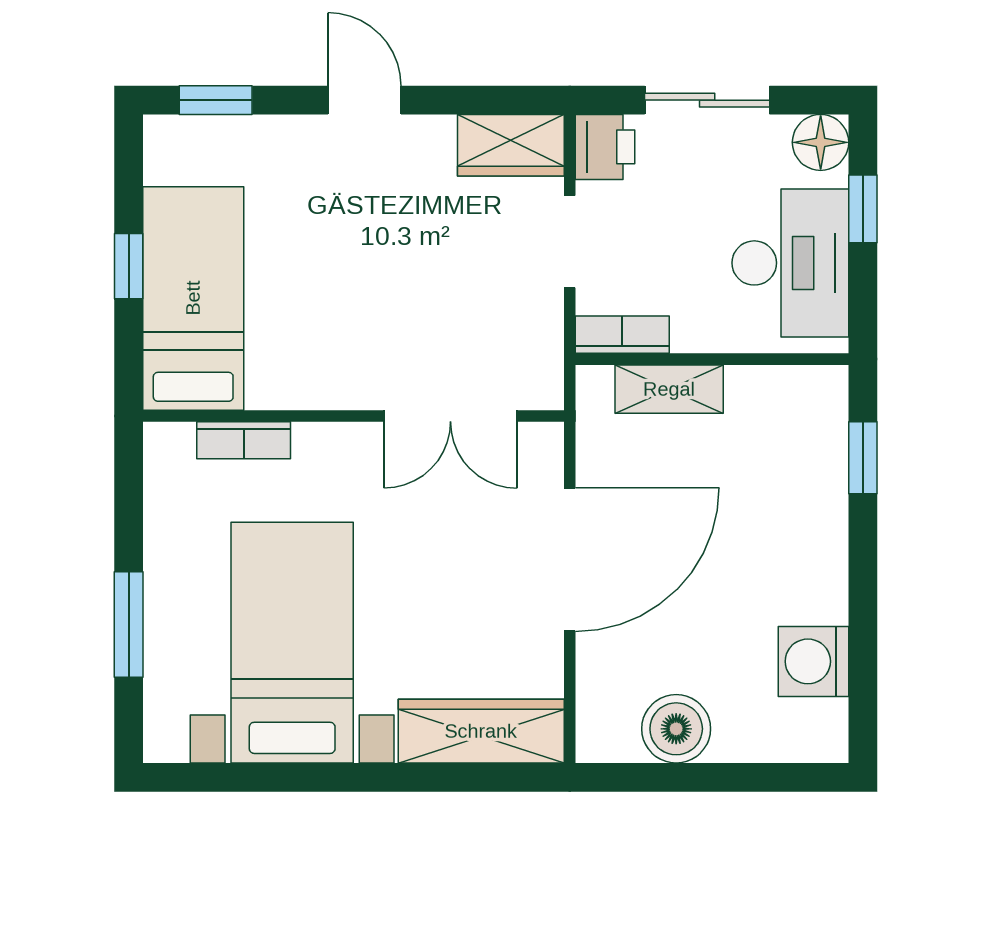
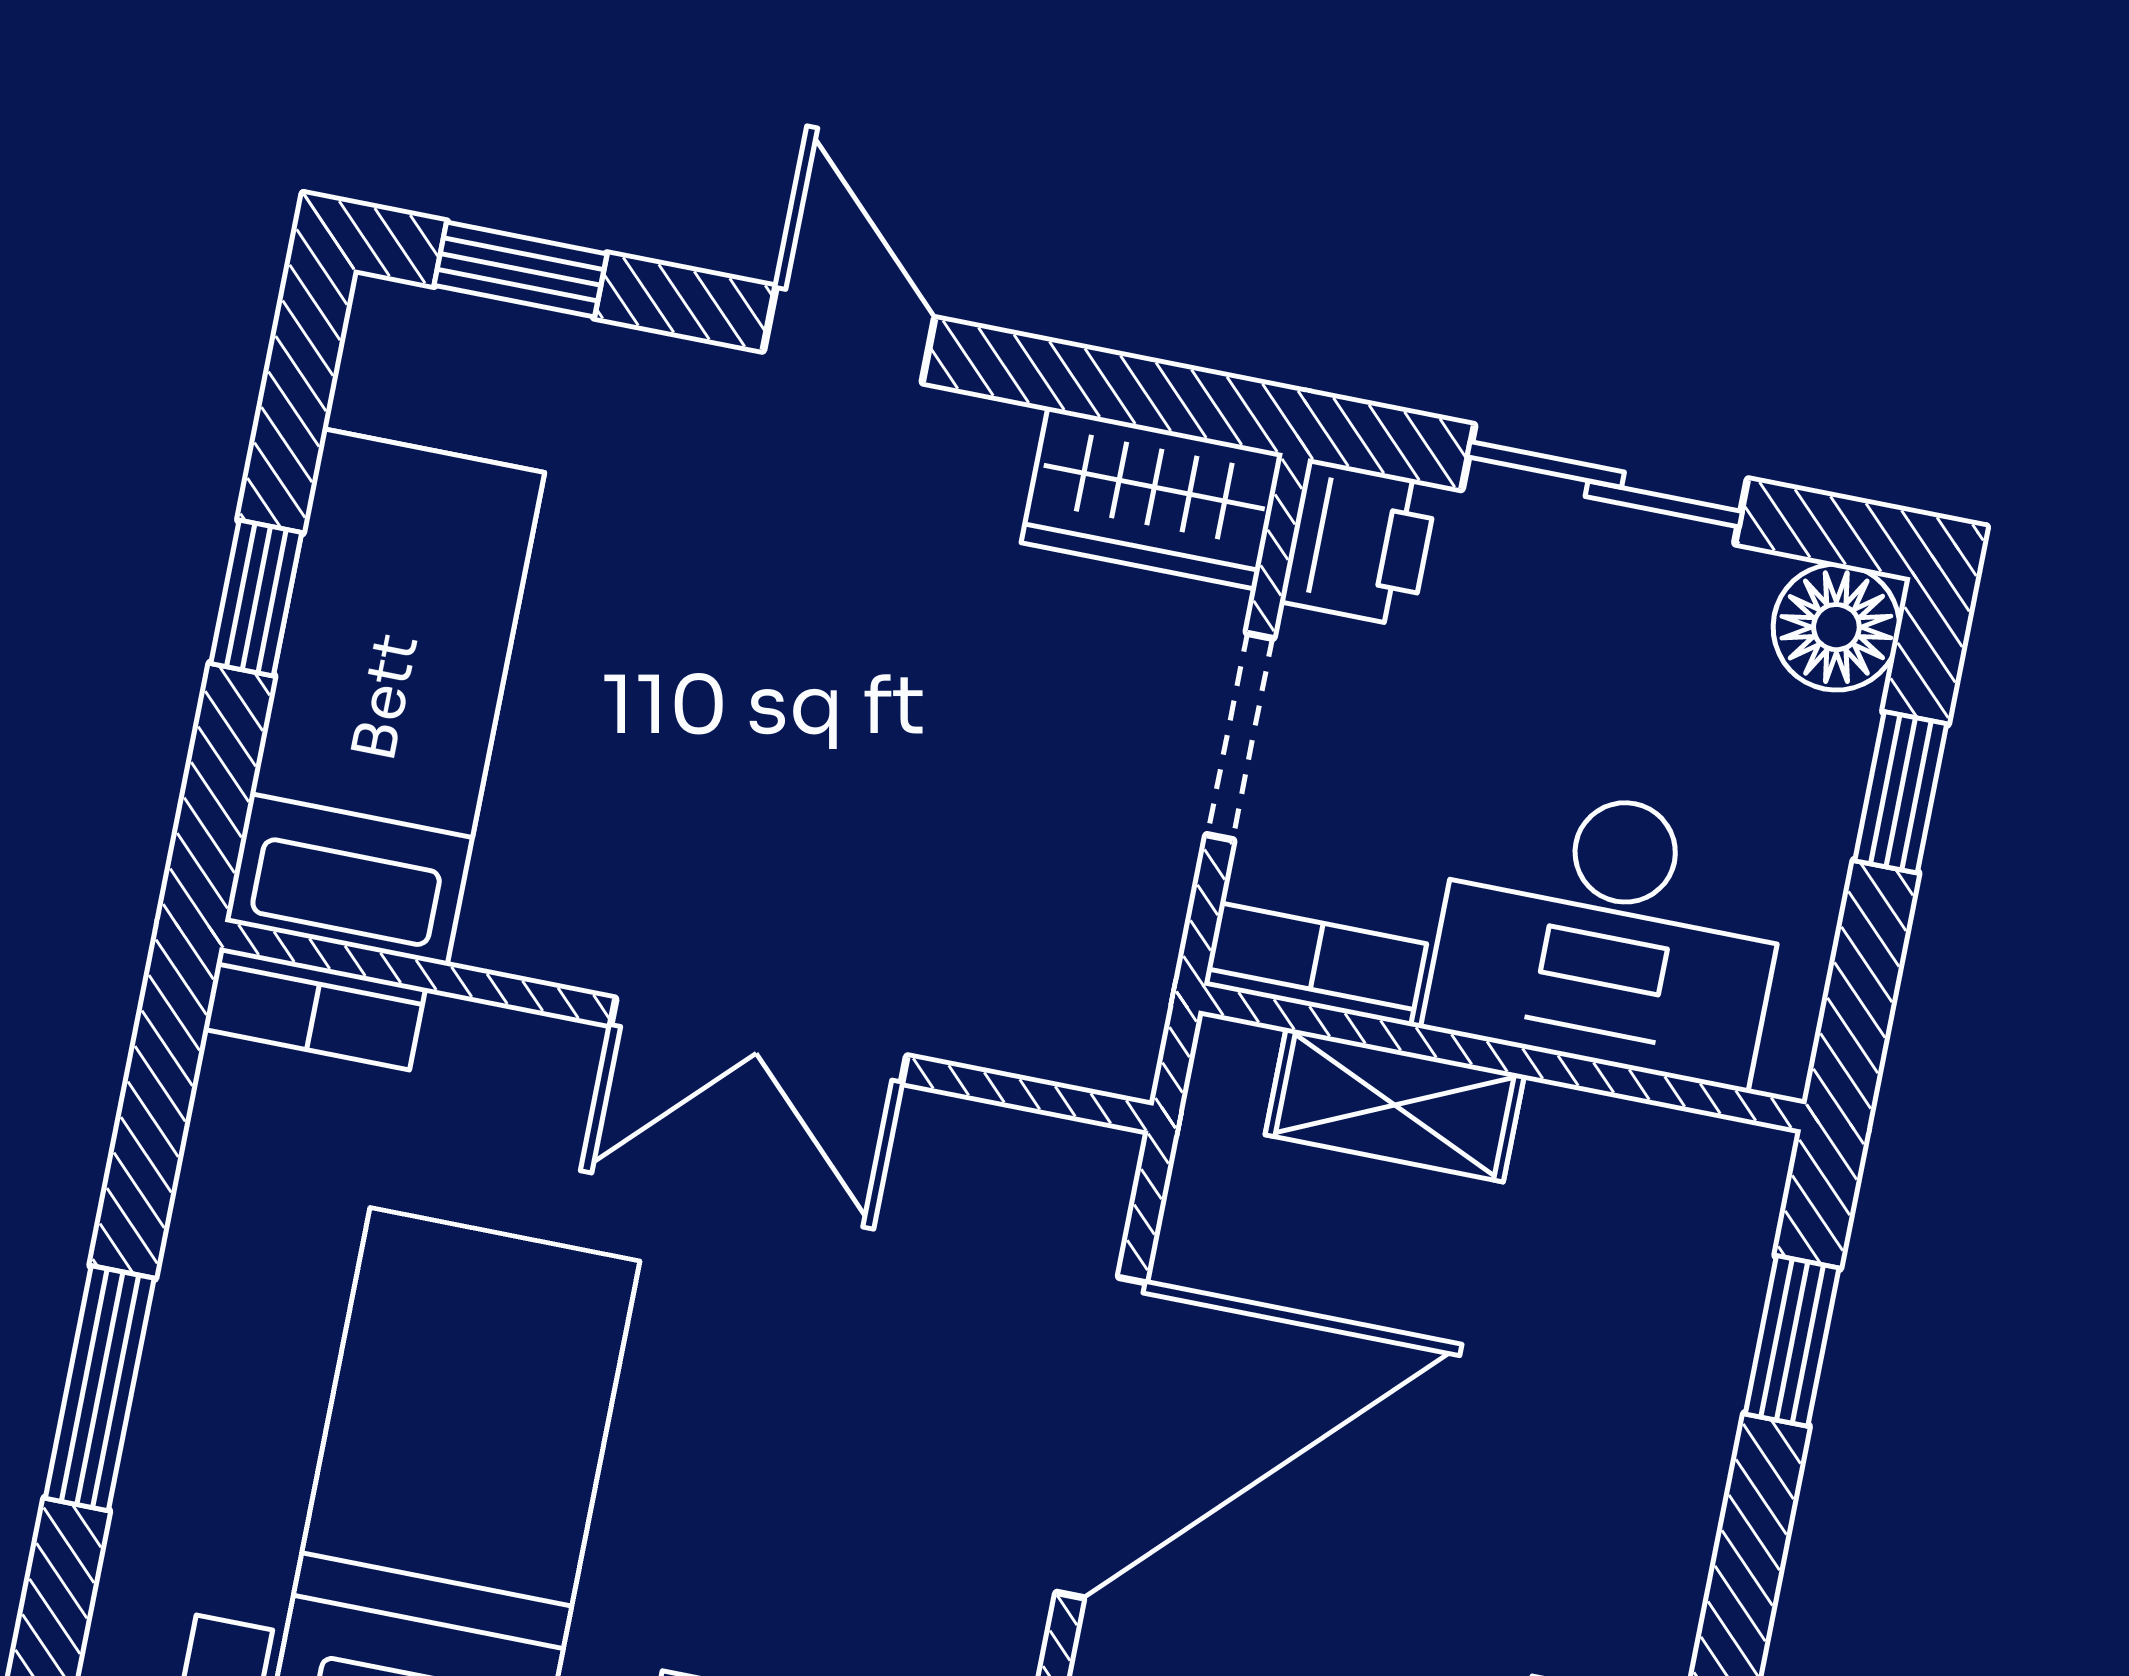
desk: (790, 263) -> (1609, 932), moved, turned 90
double door: (450, 416) -> (759, 1041), moved
bookcase: (244, 440) -> (315, 1009), moved

